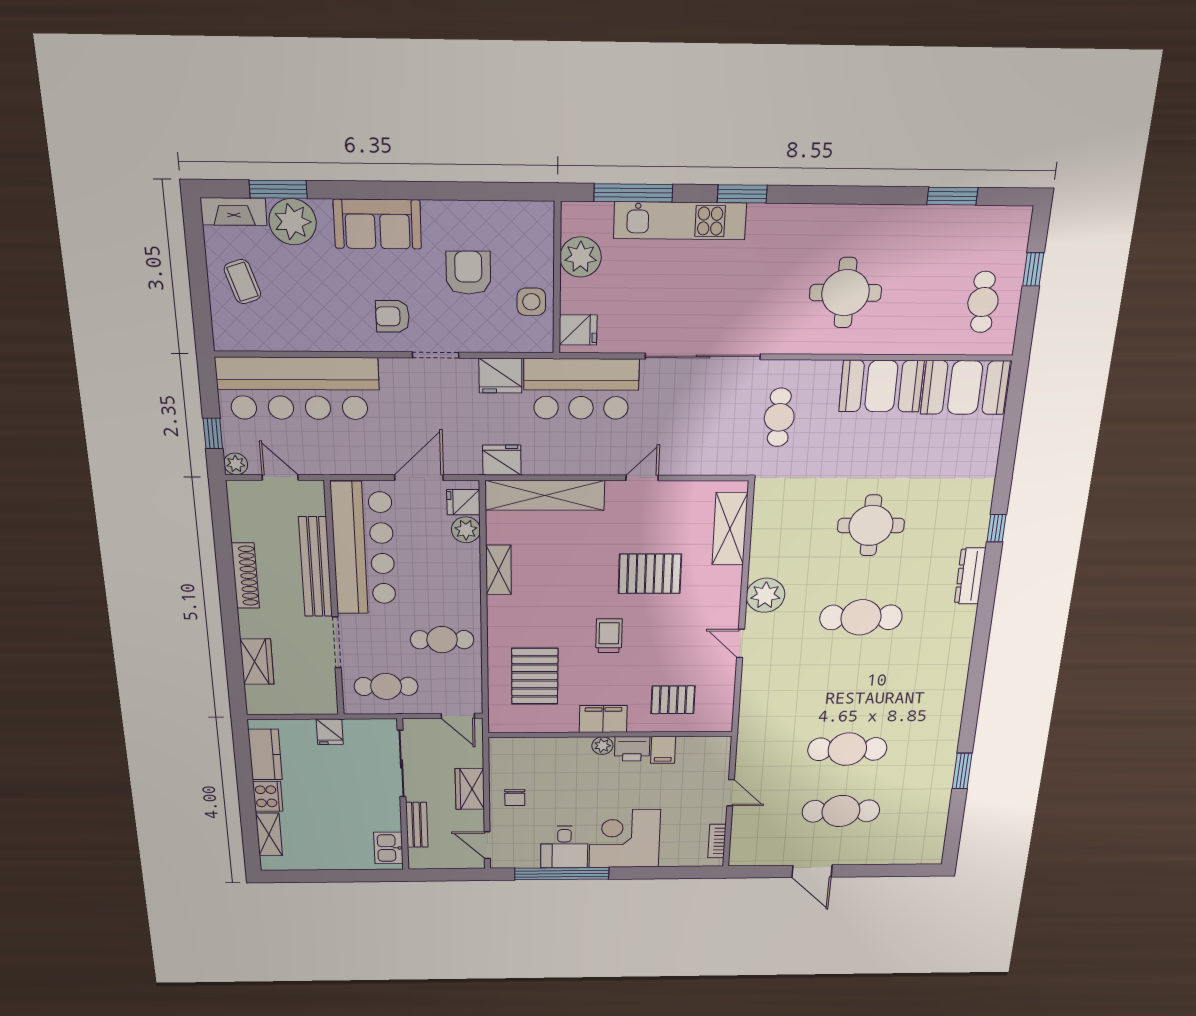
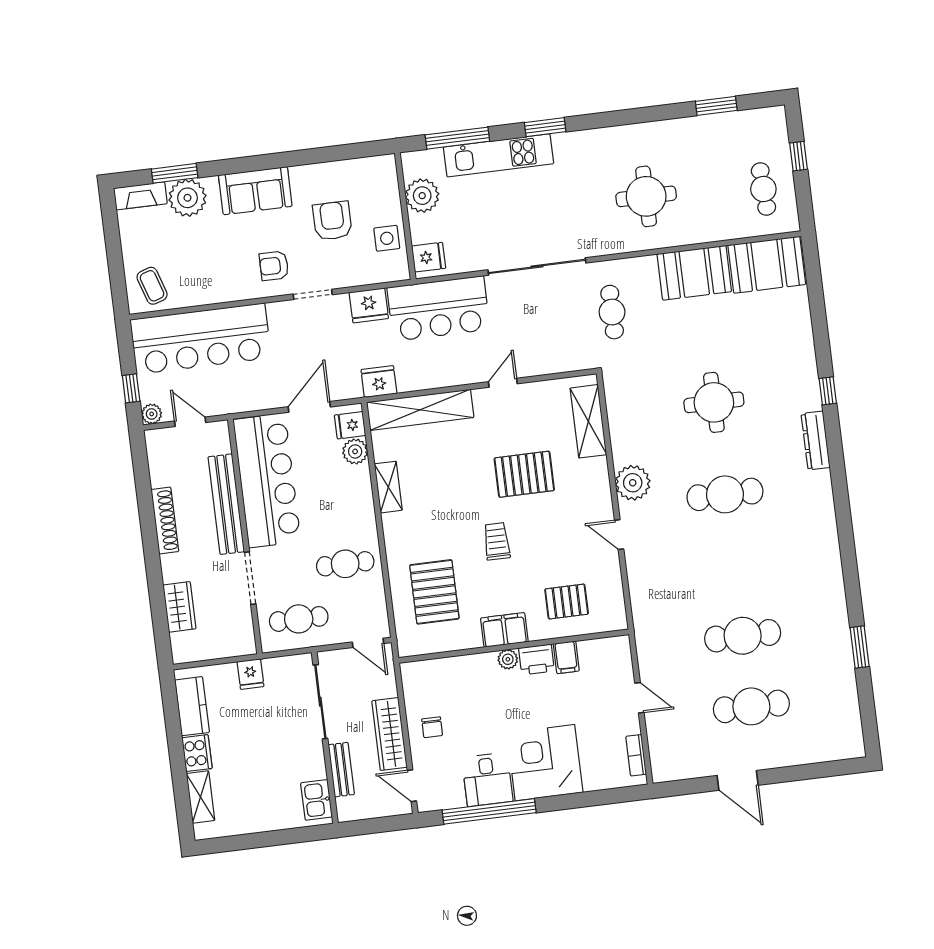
coffee table: (242, 282) -> (152, 286), moved
wardrobe: (470, 789) -> (389, 734), width x1.50

